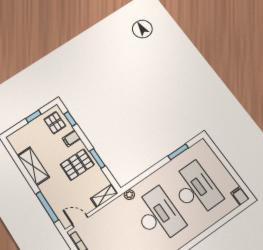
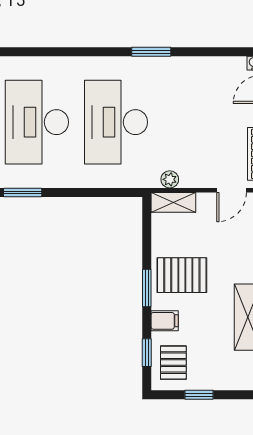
window: (97, 158) -> (147, 288), moved
plant: (129, 195) -> (170, 179), moved
door: (80, 221) -> (232, 190), hinge flipped

